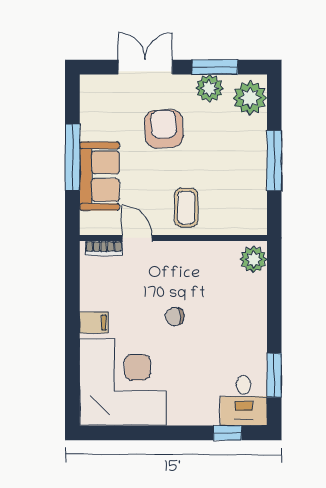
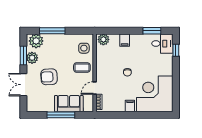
window: (274, 161) -> (52, 31), moved
side table: (233, 212) -> (84, 48), added
filing cabinet: (252, 310) -> (125, 40), added

